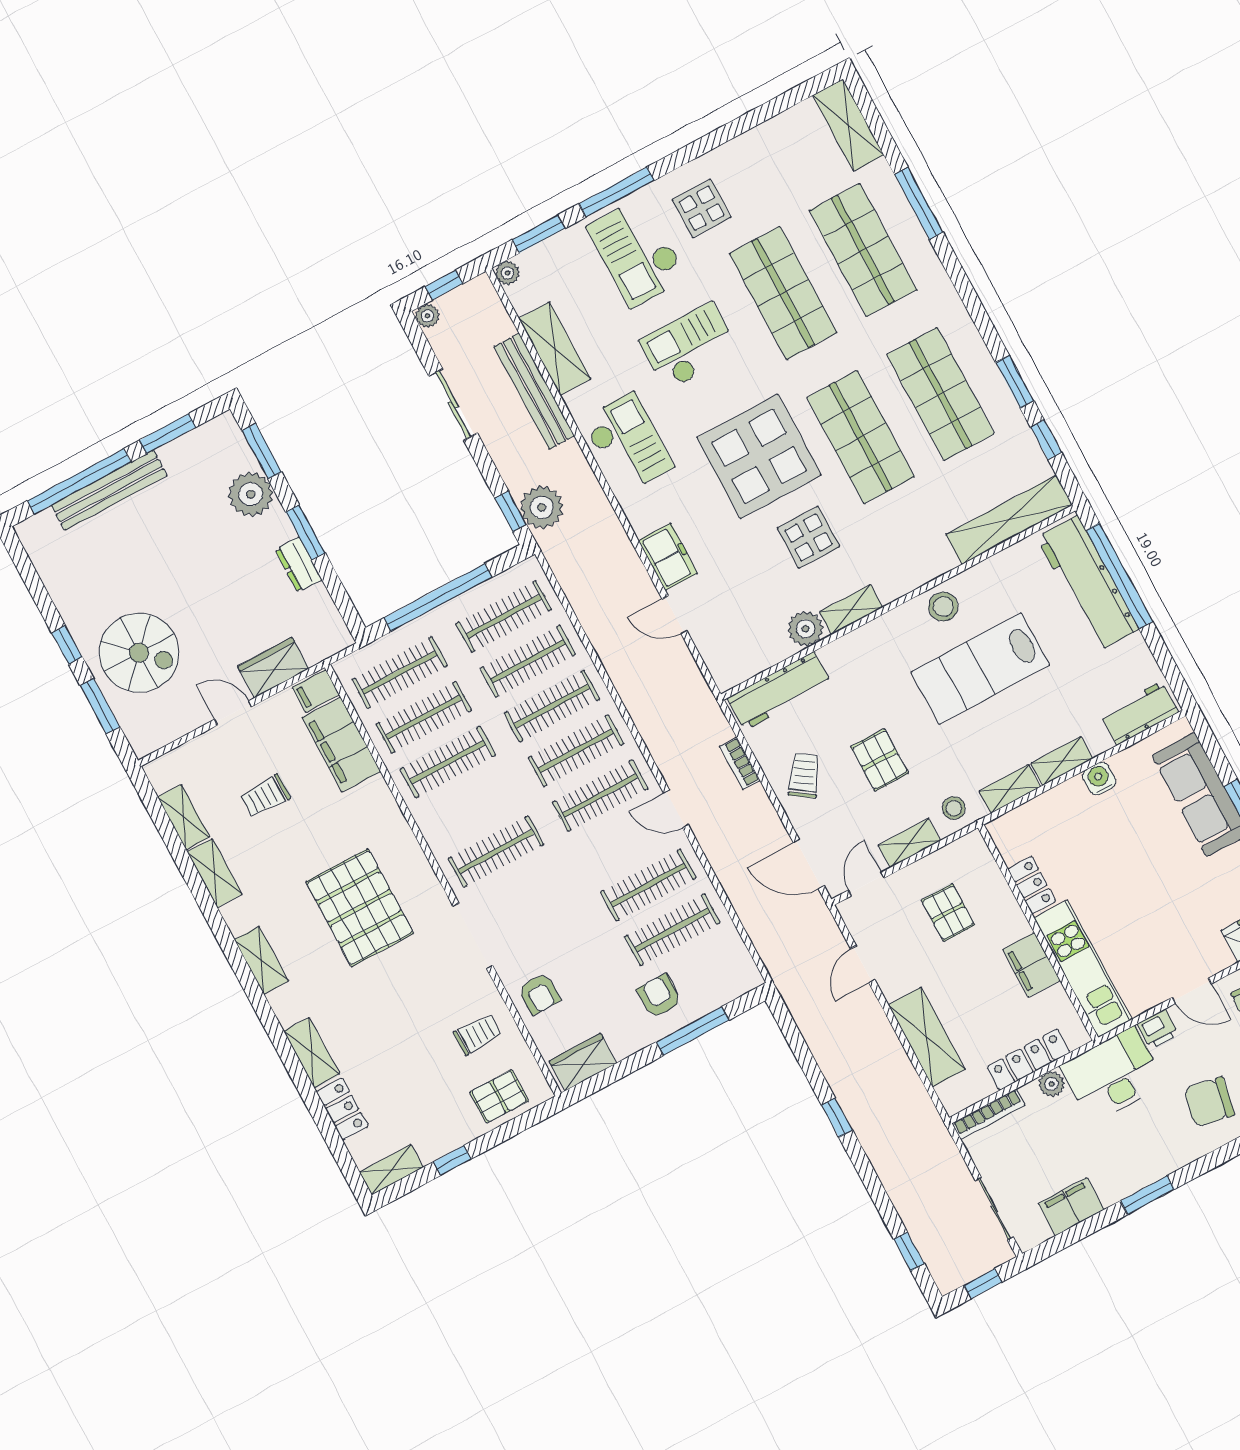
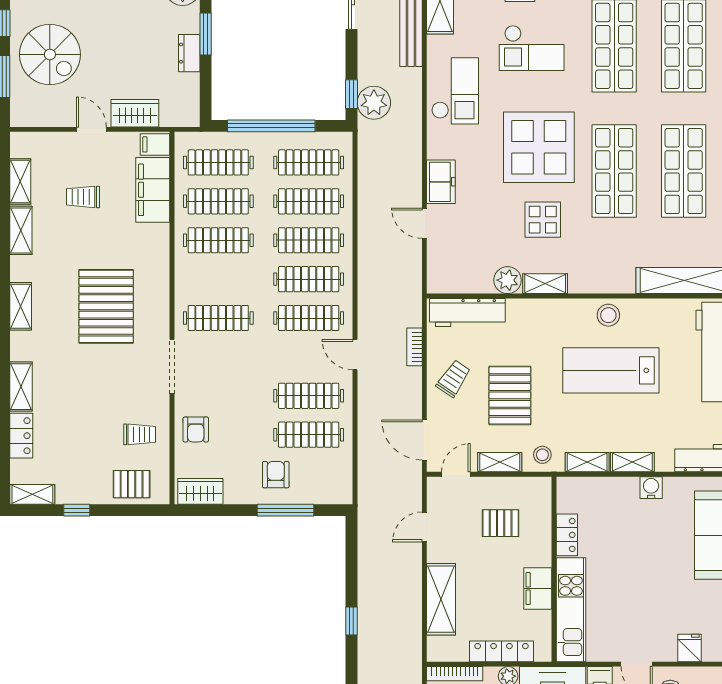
checkout: (689, 347) -> (532, 48), turned 180
pallet: (880, 760) -> (510, 395), width x1.50, depth x1.42
pallet: (948, 913) -> (501, 523), turned 90

